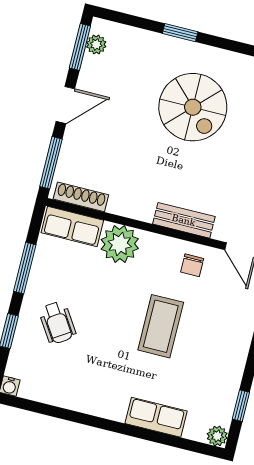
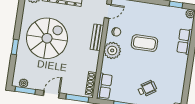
door: (65, 105) -> (51, 94), hinge flipped
spiral stairs: (193, 107) -> (47, 38), width x1.37, depth x1.37
plant: (120, 244) -> (112, 50), moved

